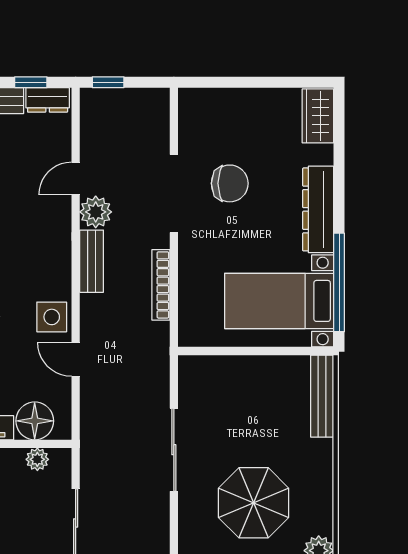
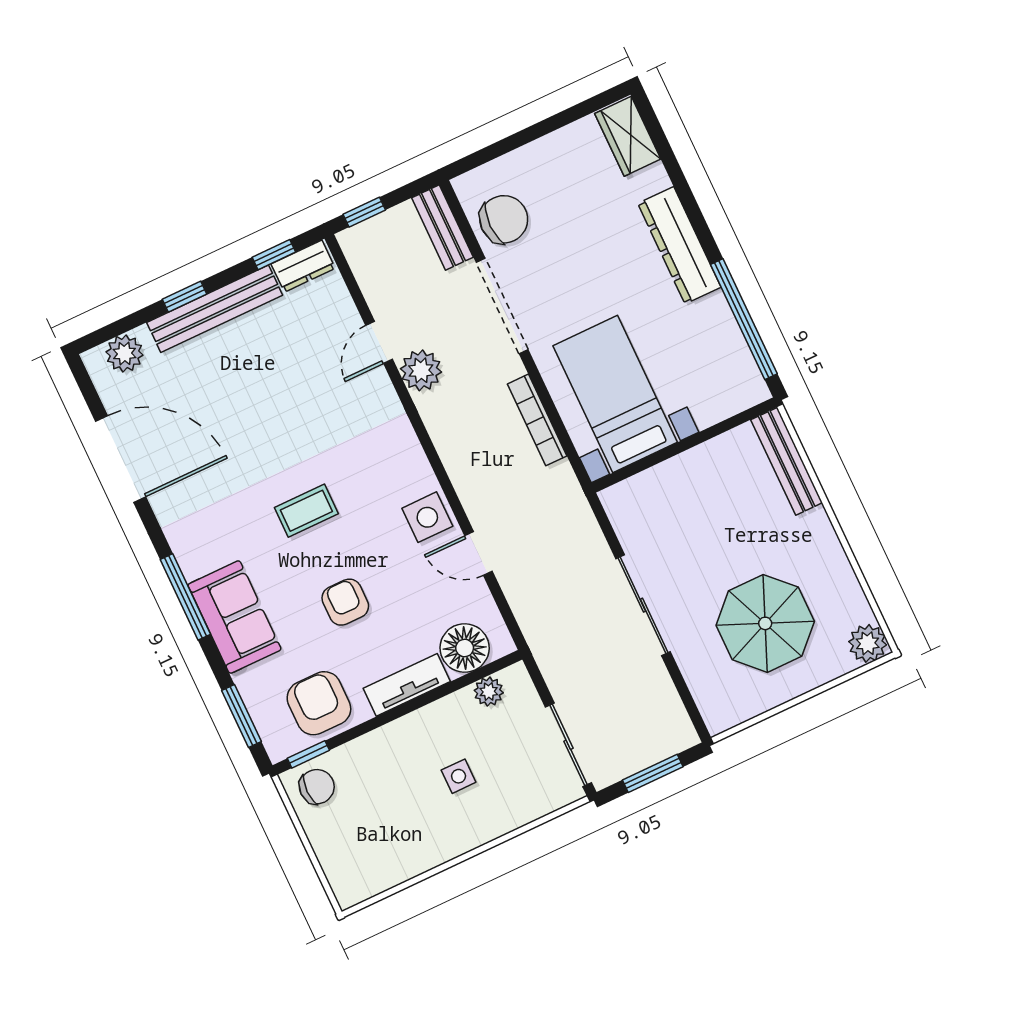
chair: (230, 183) -> (504, 219), moved
bench: (92, 261) -> (442, 227), moved
bed with nightstands: (279, 301) -> (615, 394), moved, turned 90

